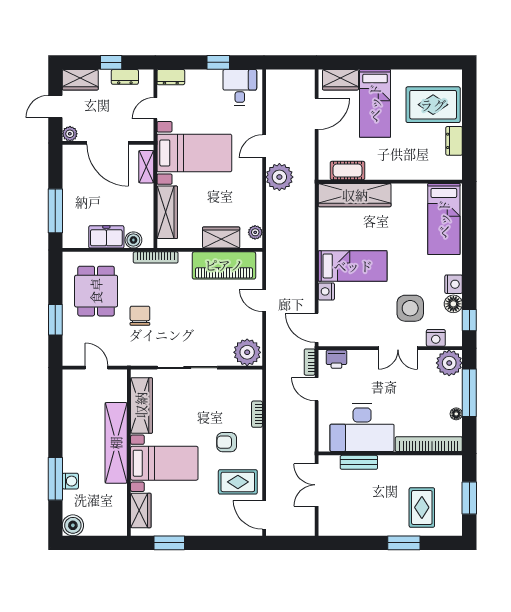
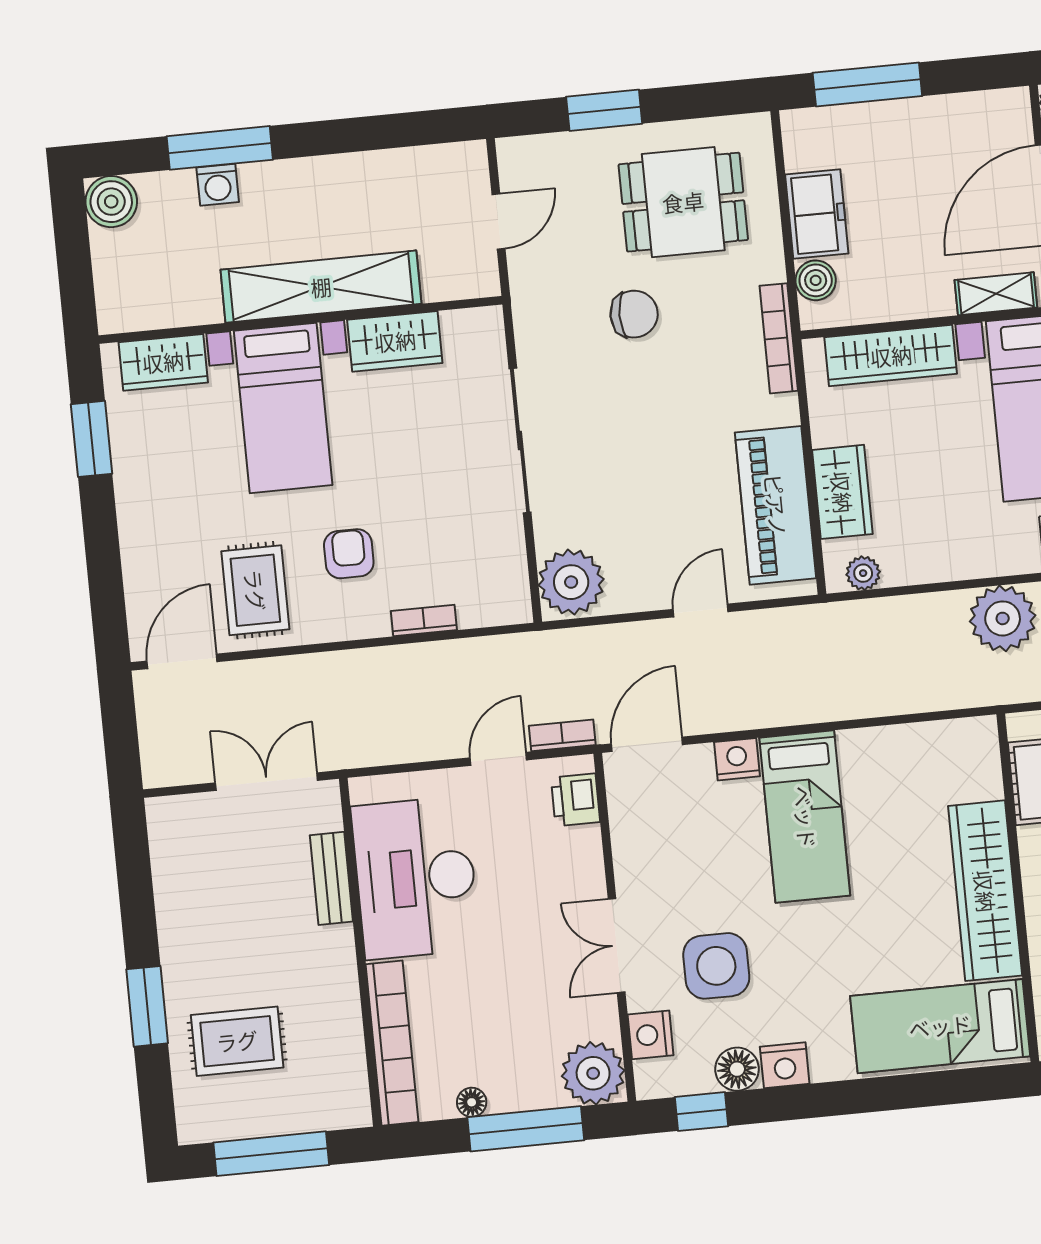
wardrobe: (355, 195) -> (985, 891), moved
wardrobe: (141, 405) -> (395, 341), width x0.67
window: (469, 498) -> (271, 1154), width x1.44

